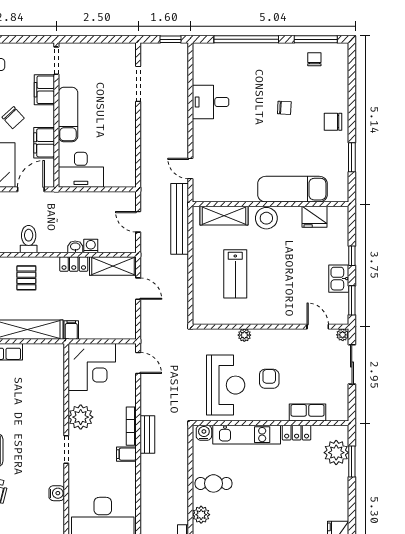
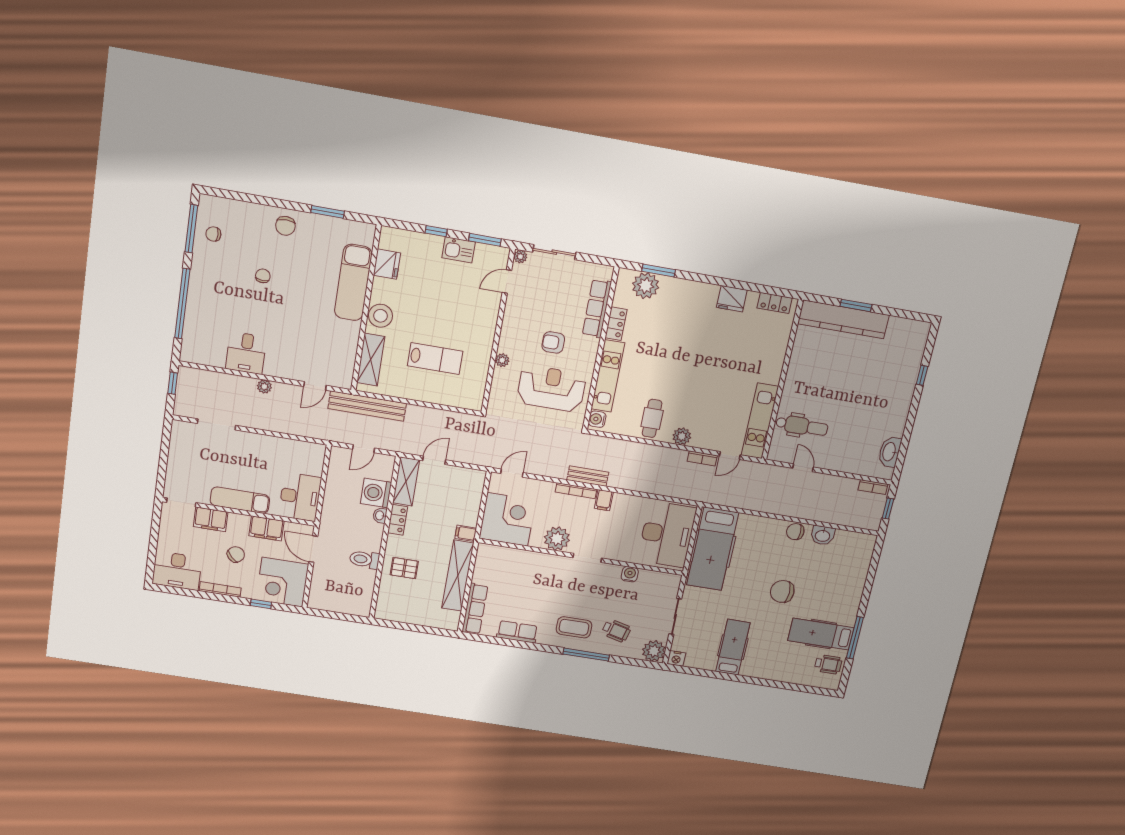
plant: (182, 123) -> (264, 387), added
washing machine: (91, 246) -> (376, 493), width x1.89, depth x1.89
row of seats: (308, 412) -> (597, 308), width x1.48

